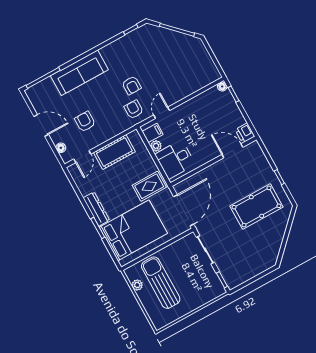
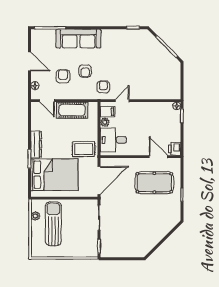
armchair: (132, 85) -> (85, 71), moved
door: (82, 157) -> (47, 101), hinge flipped
pool table: (256, 206) -> (154, 183), moved

